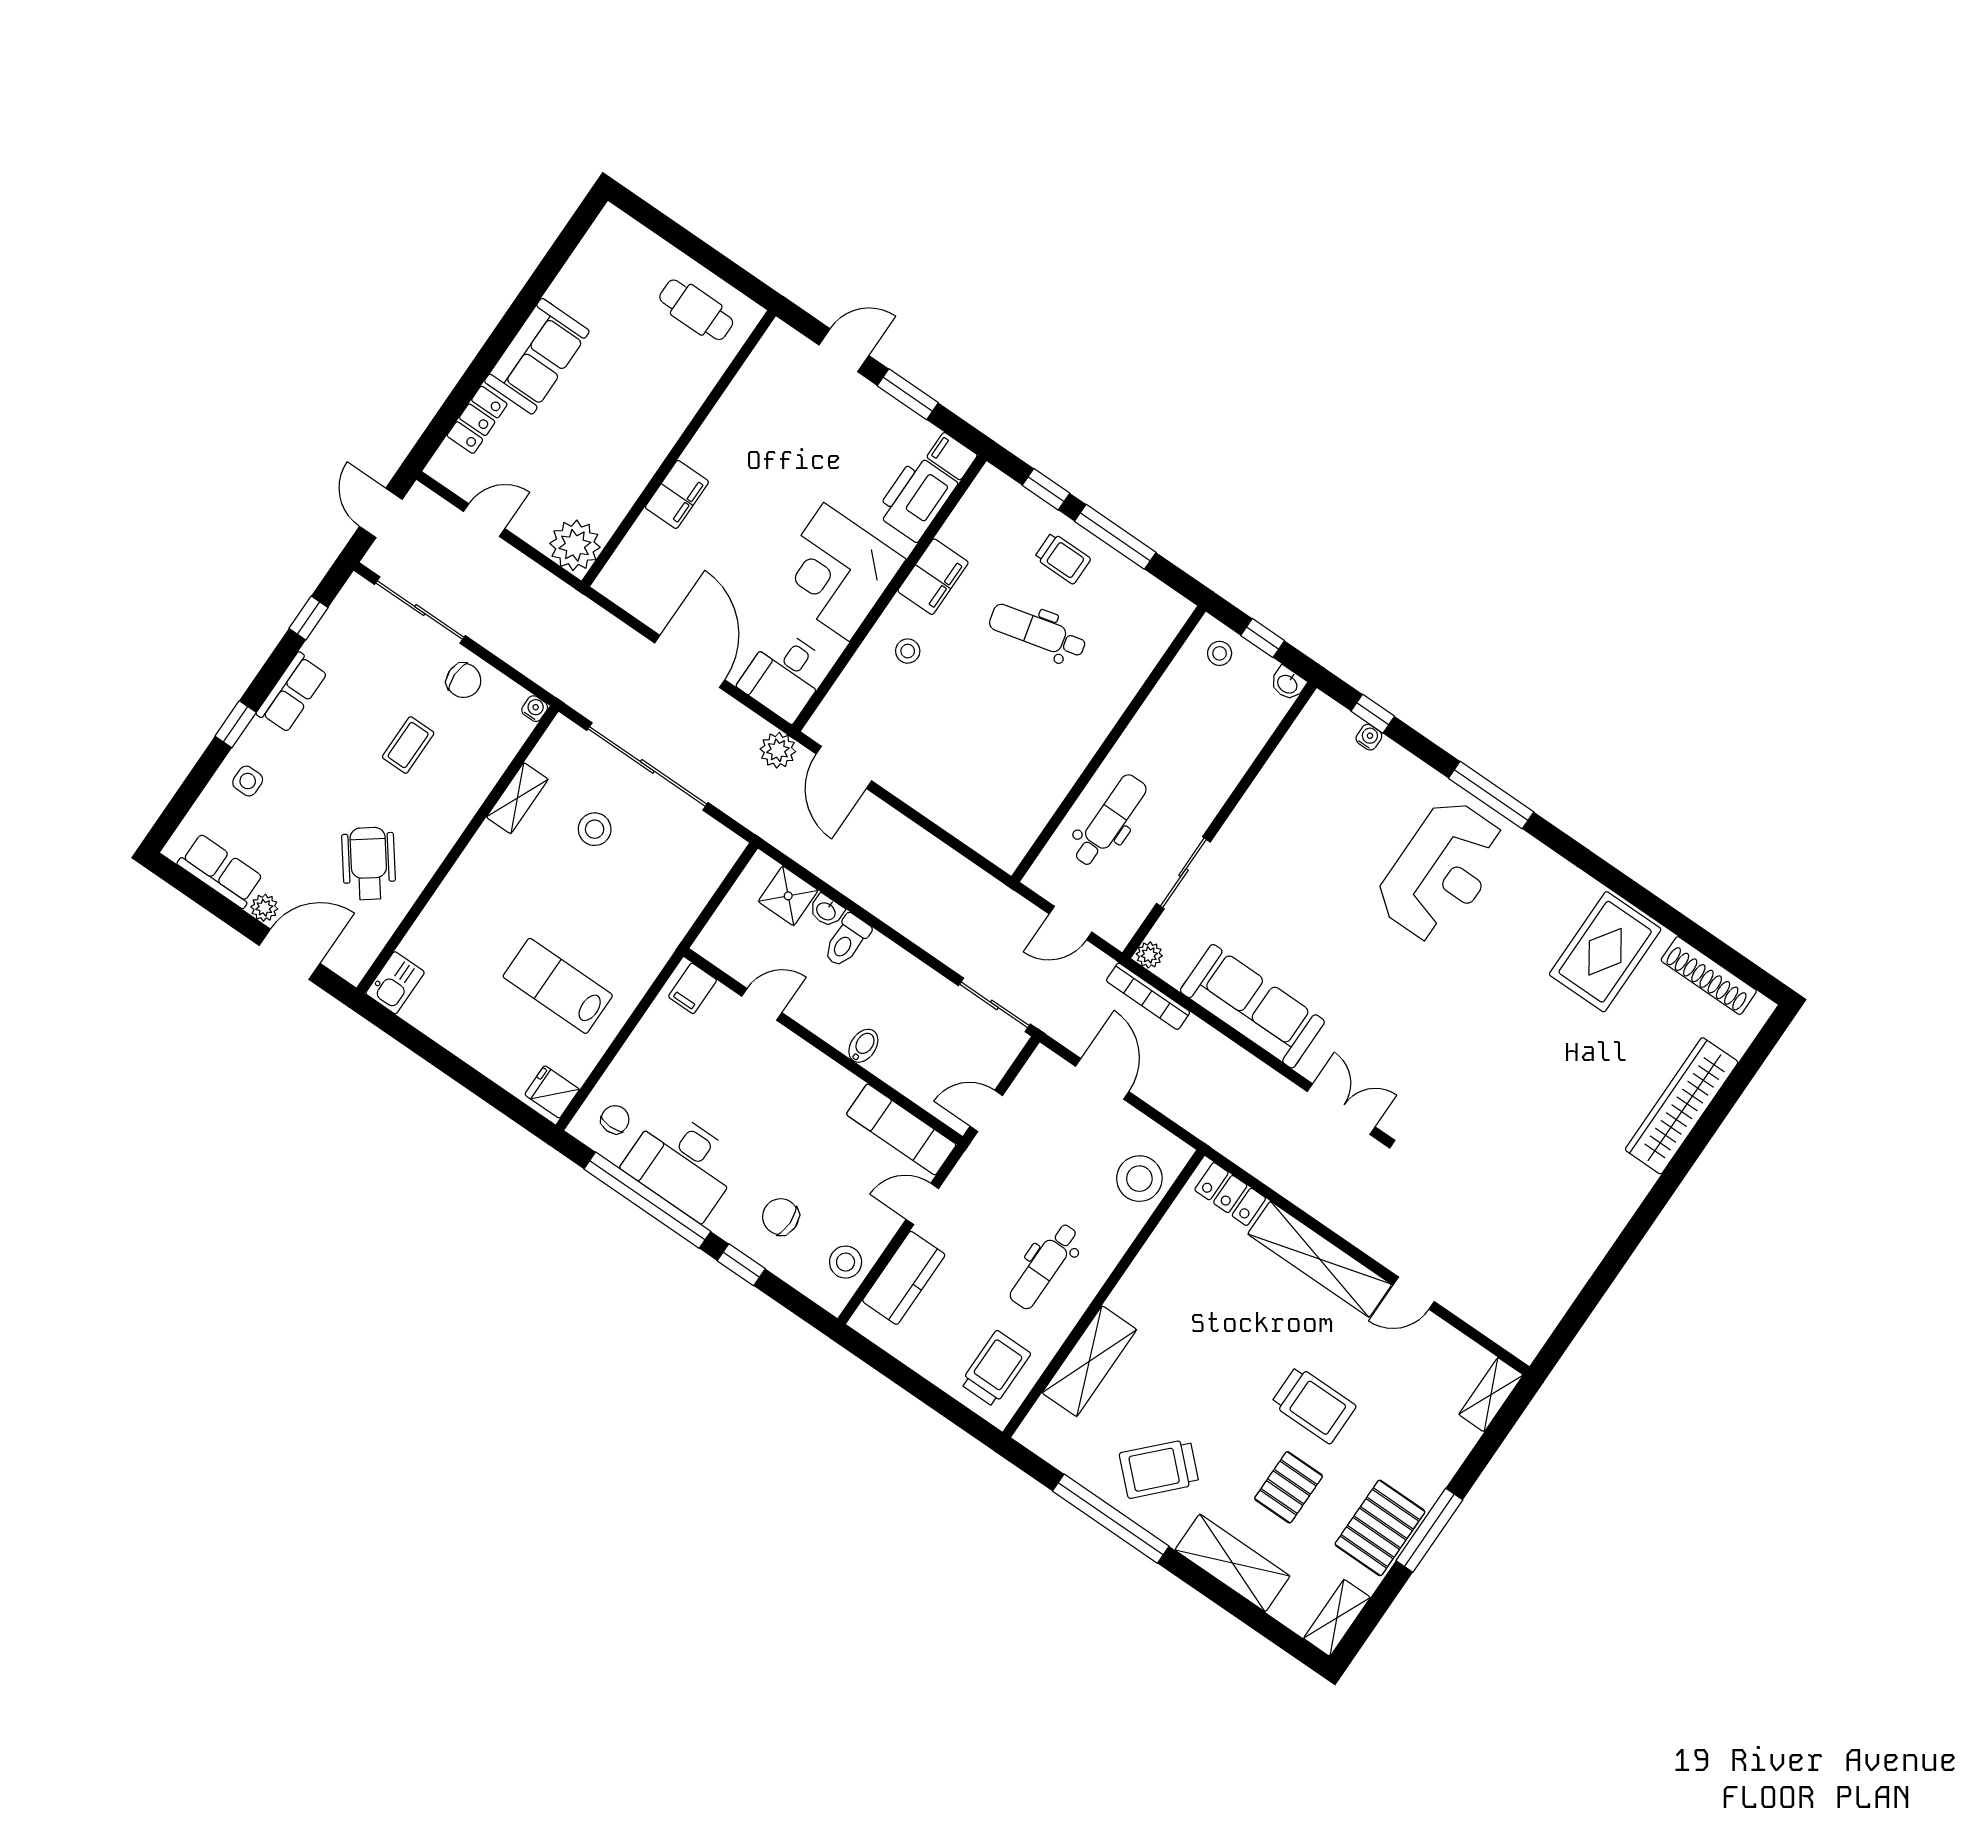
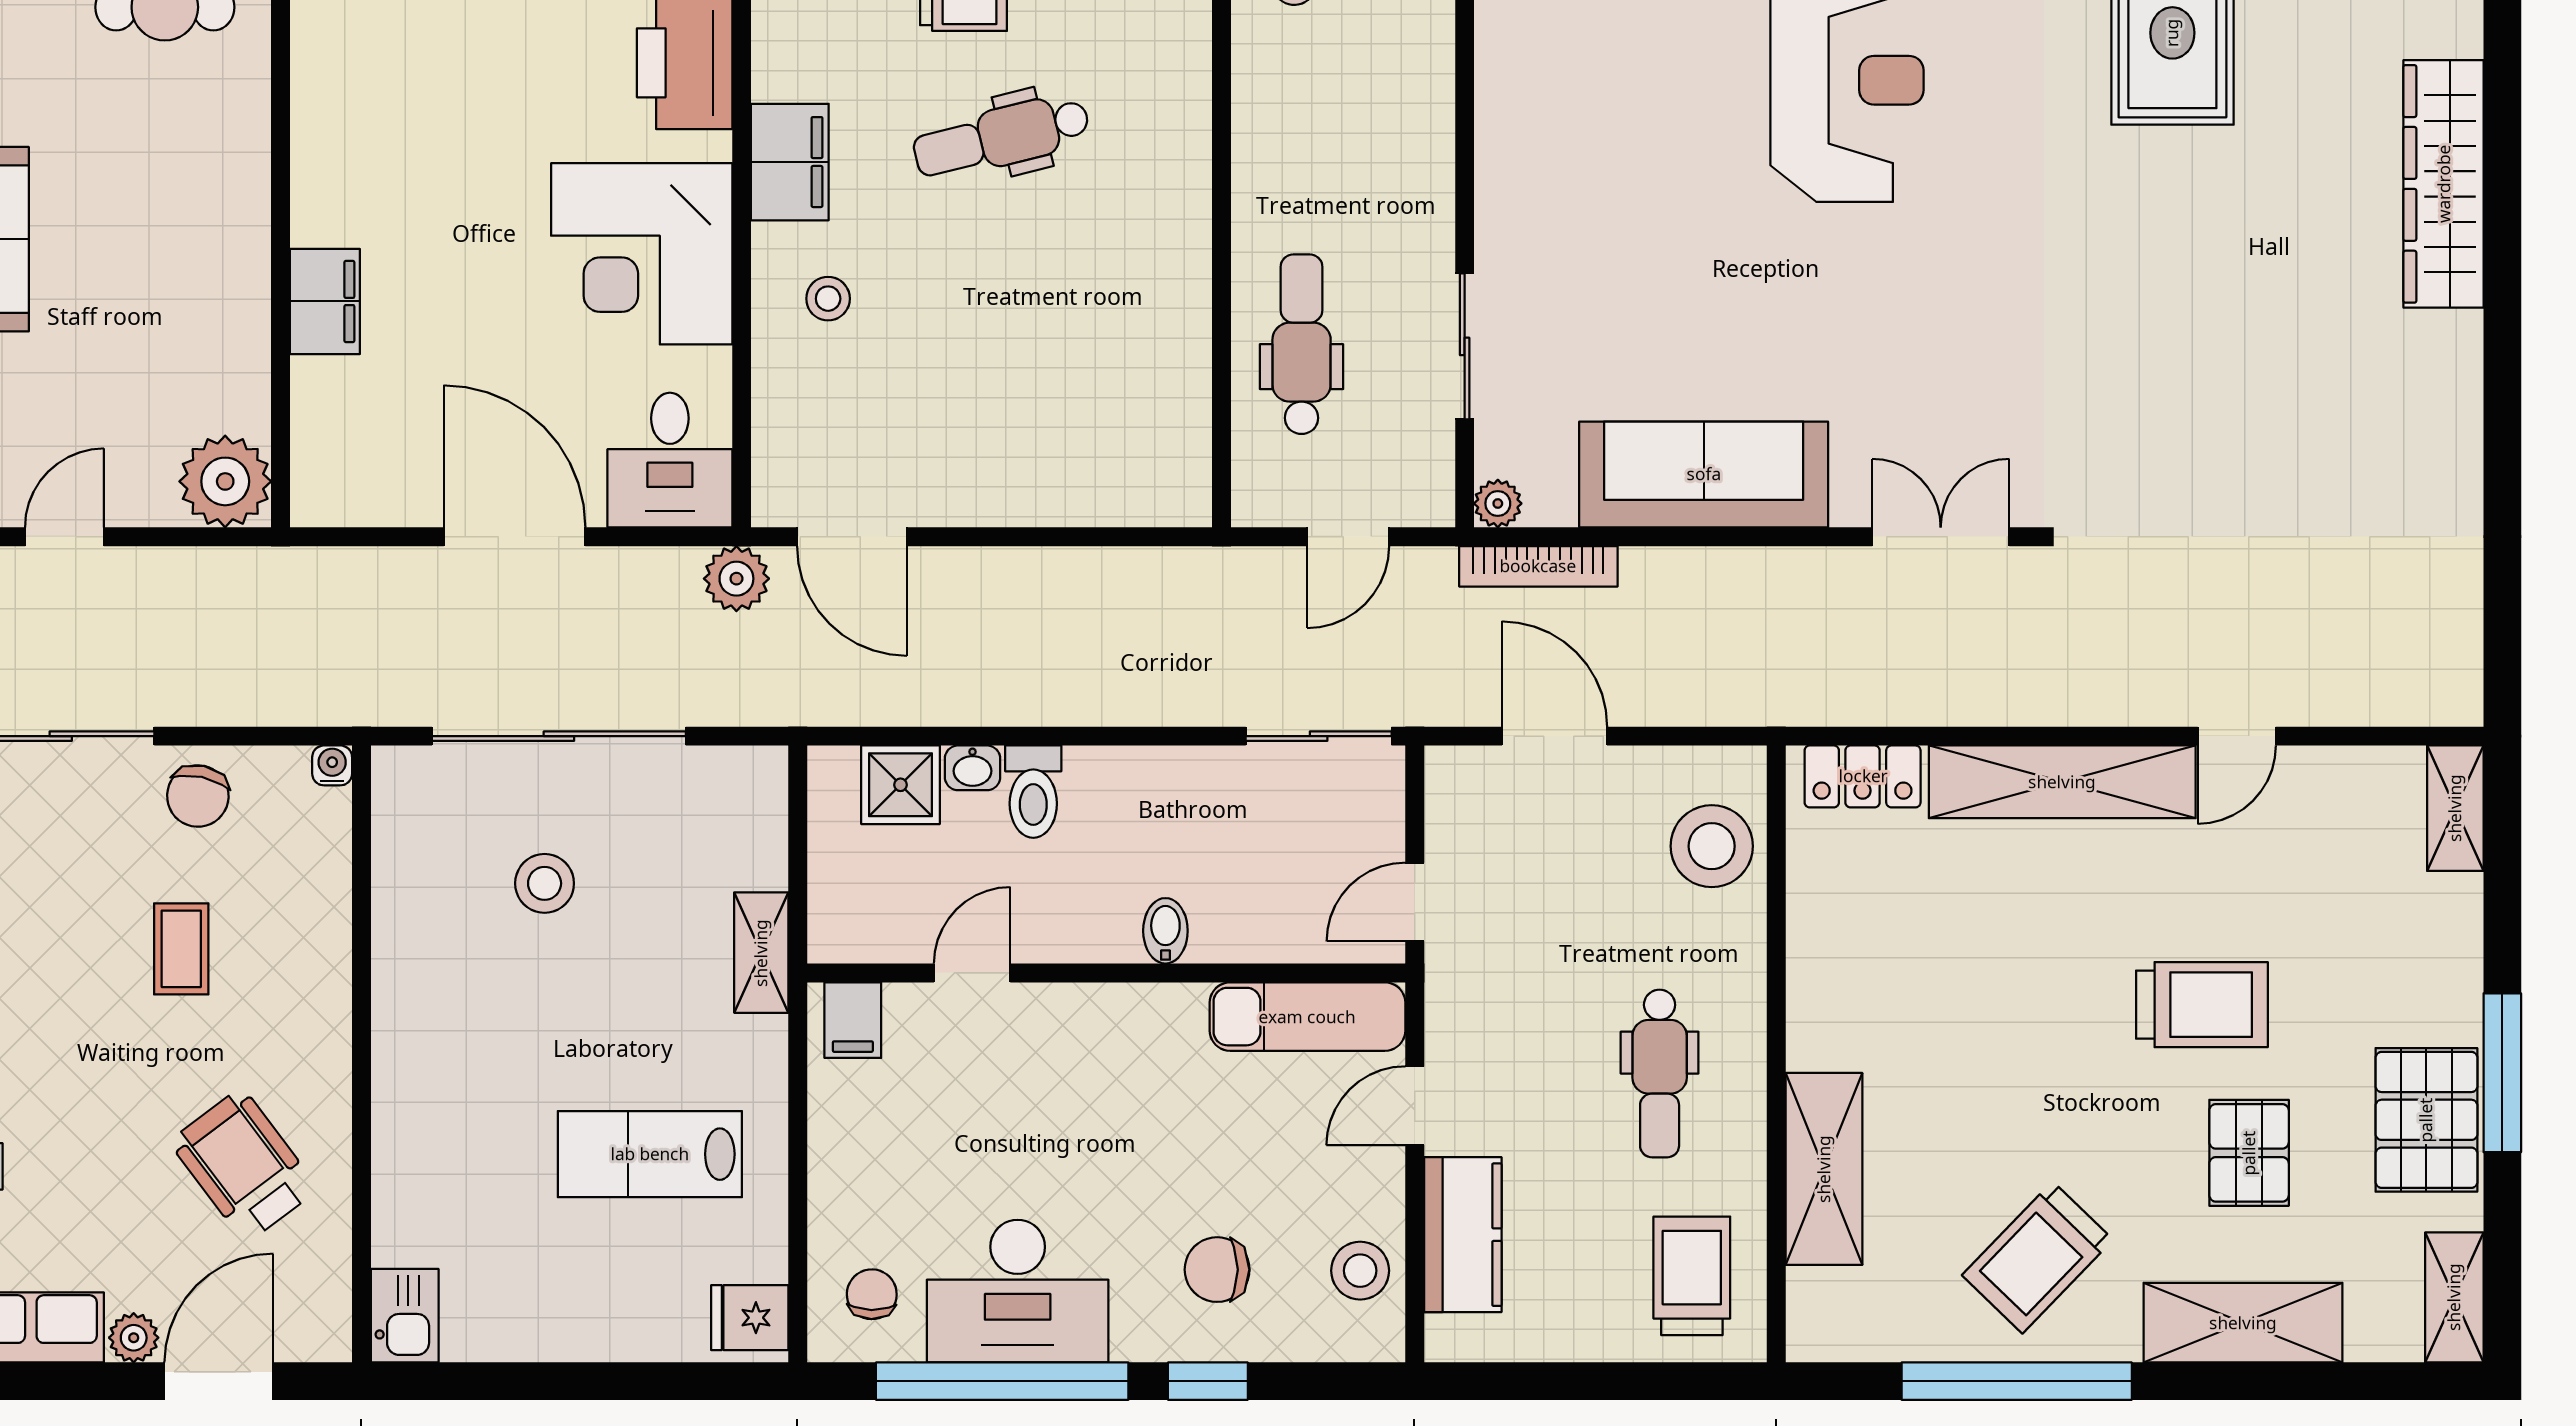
chair: (464, 680) -> (198, 796), turned 102
shelving: (517, 798) -> (761, 953), moved

